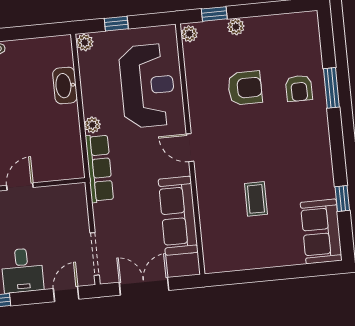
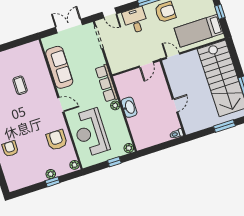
window: (214, 14) -> (53, 182), moved
washbasin: (65, 85) -> (129, 107), moved
armchair: (245, 88) -> (57, 140), moved, turned 90
double door: (144, 286) -> (69, 26), swing flipped
door: (66, 294) -> (109, 13), hinge flipped

